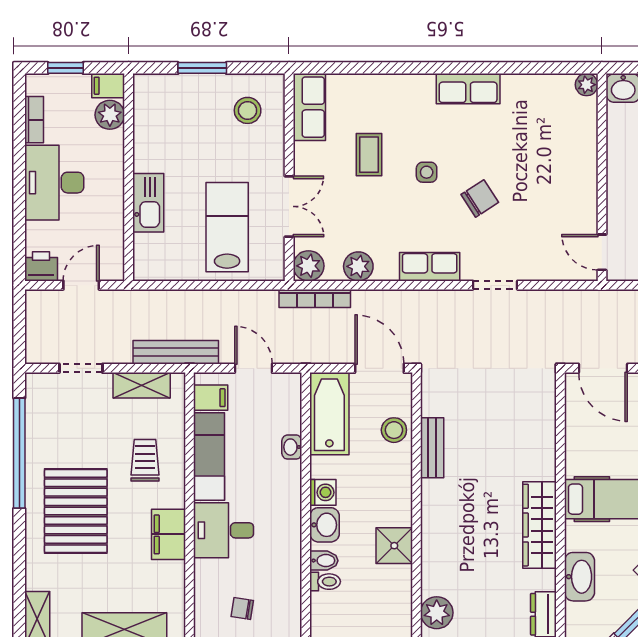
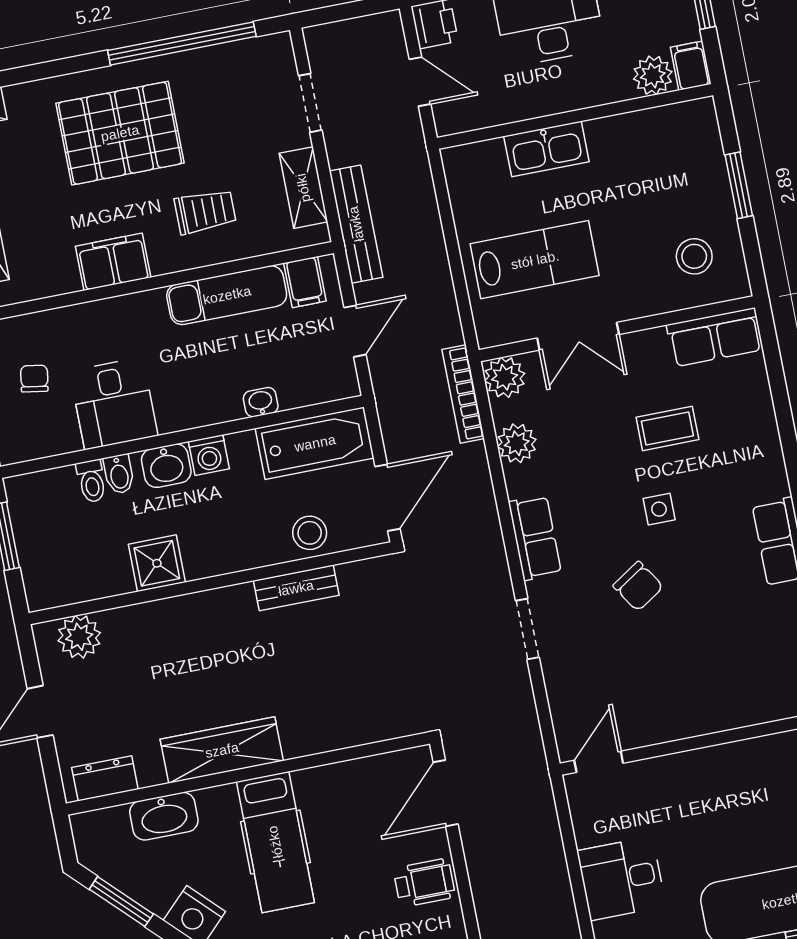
desk: (224, 530) -> (114, 403), moved, turned 180

